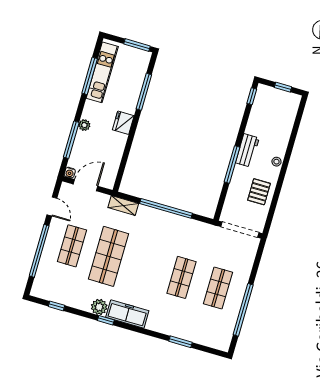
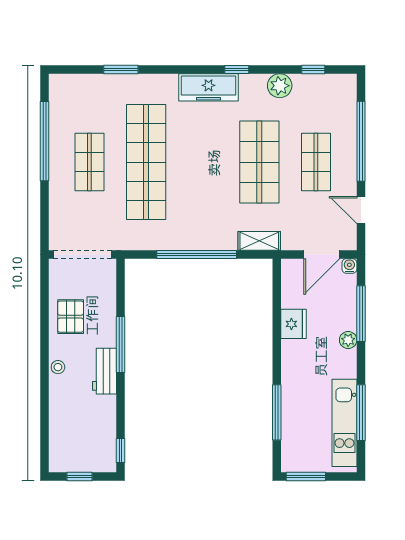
fridge: (123, 123) -> (293, 324), moved
shop shelf: (182, 277) -> (146, 162), width x2.00, depth x1.36
plant: (99, 307) -> (280, 86), moved

